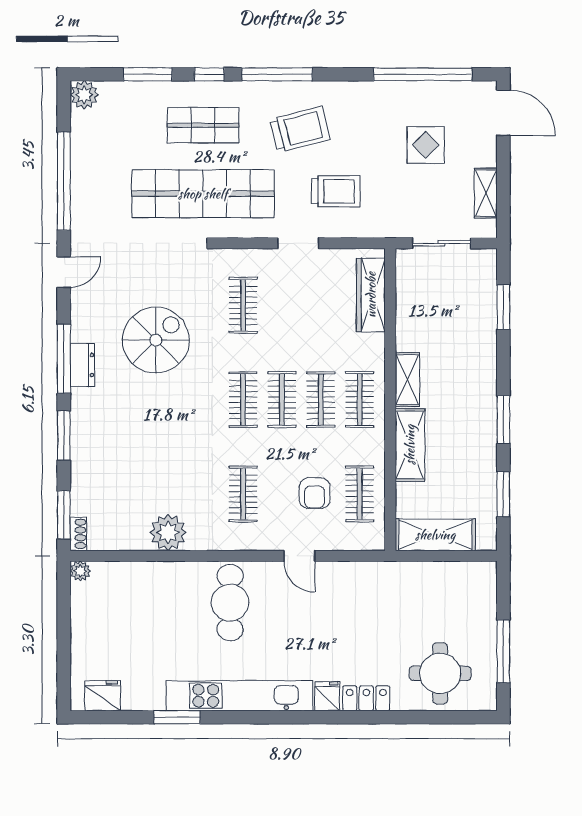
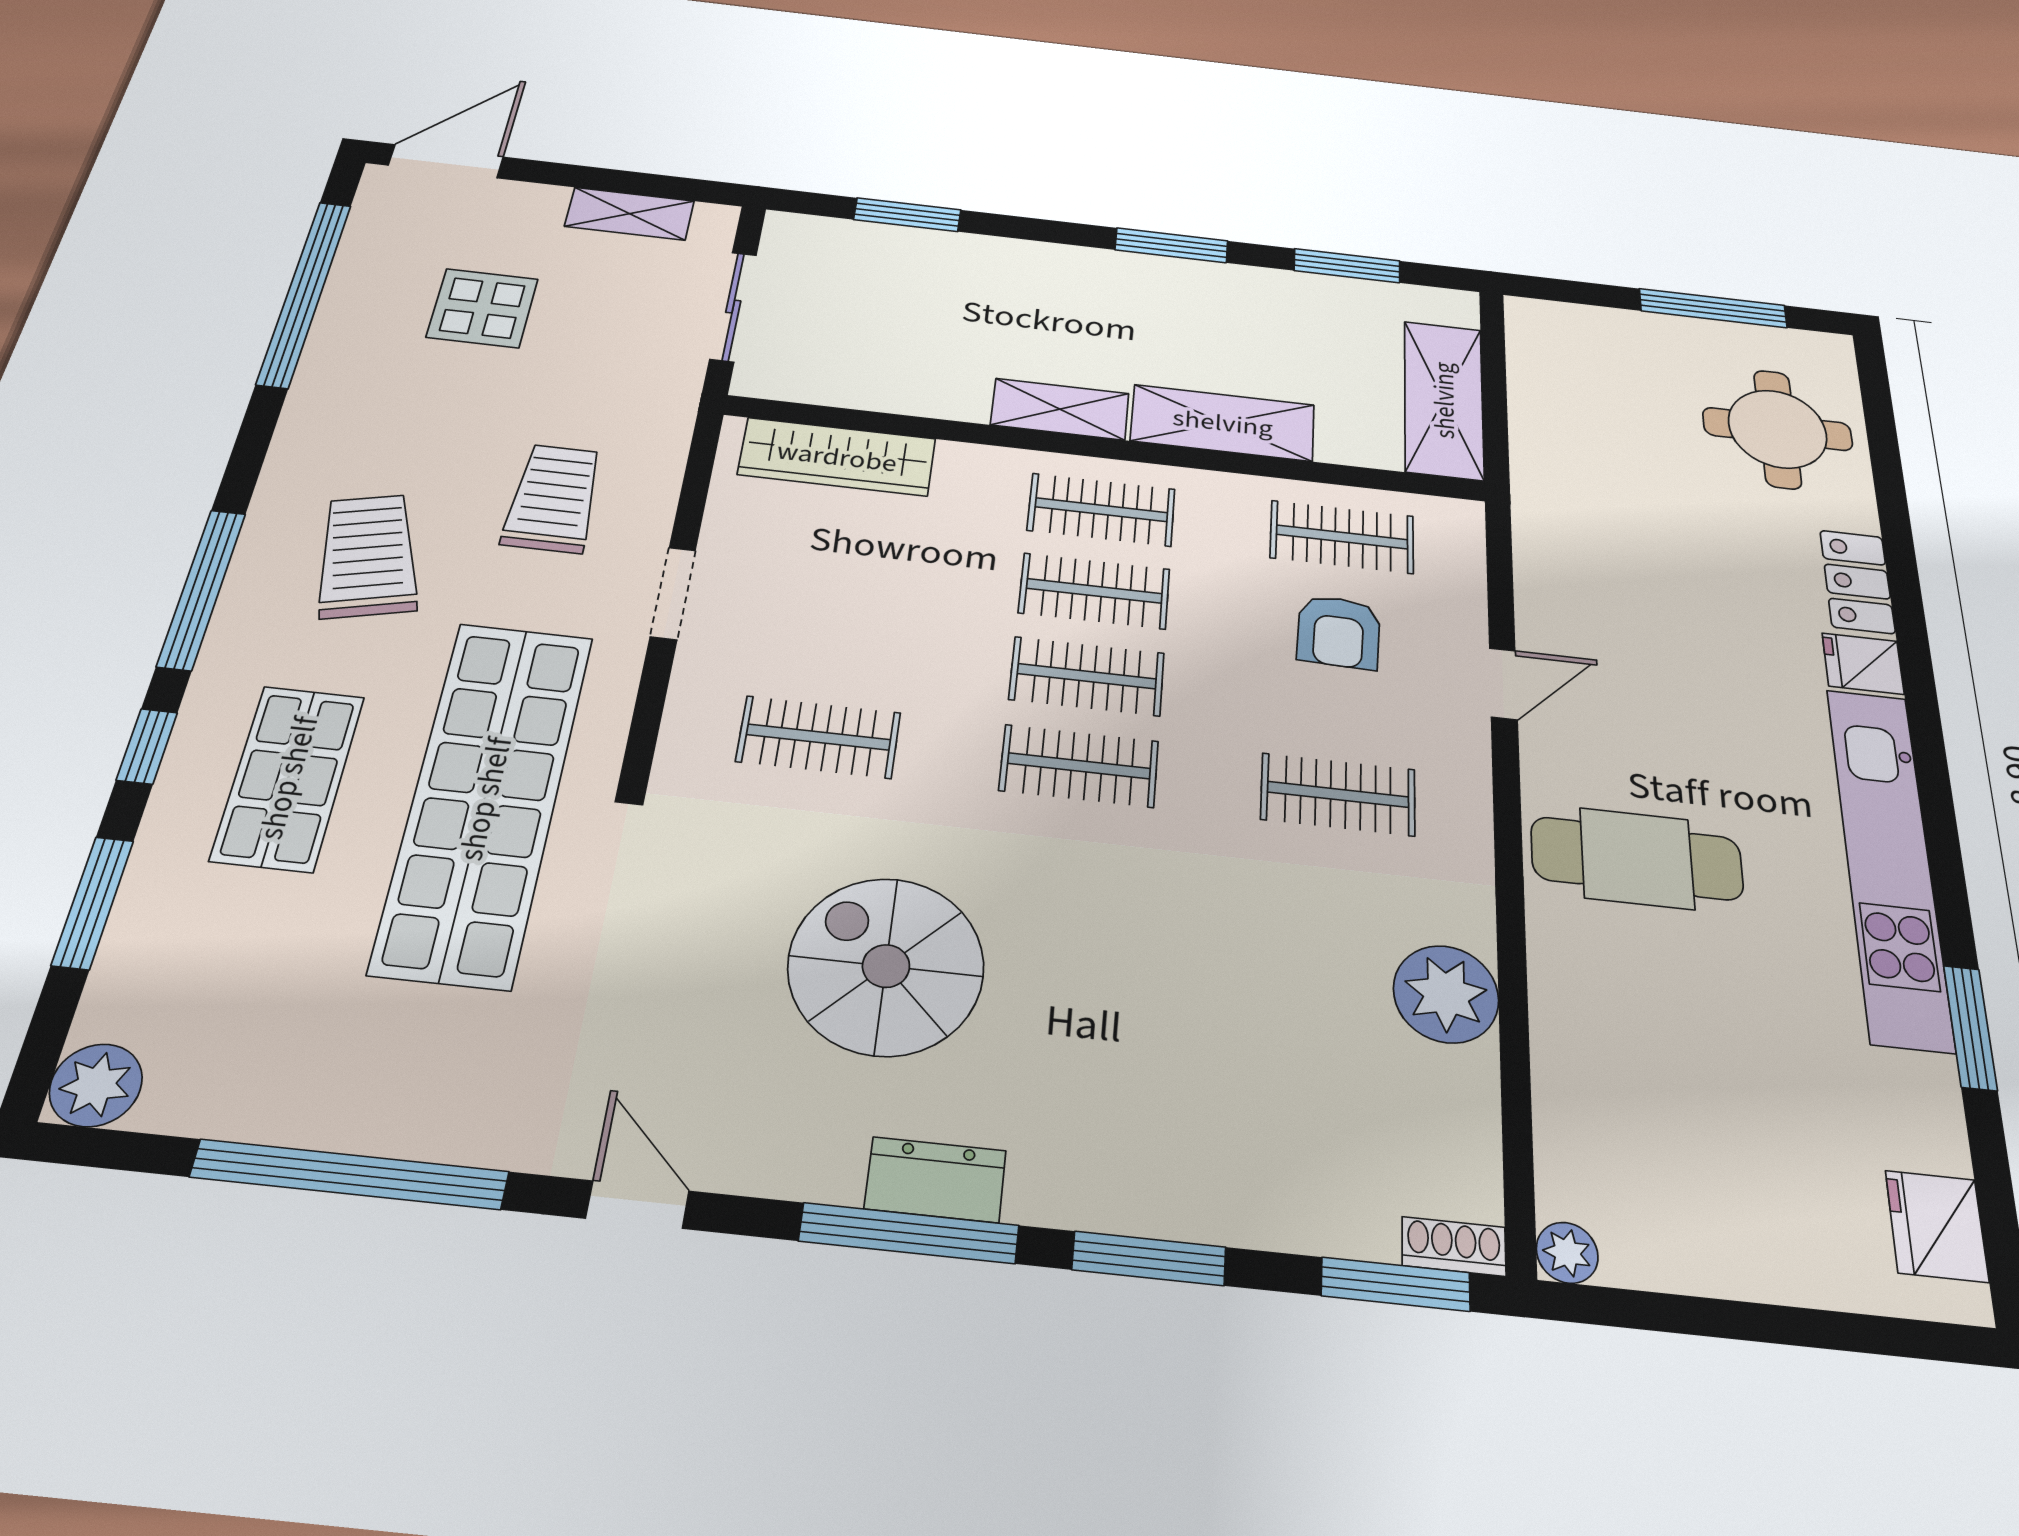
armchair: (315, 493) -> (1339, 632), turned 92

